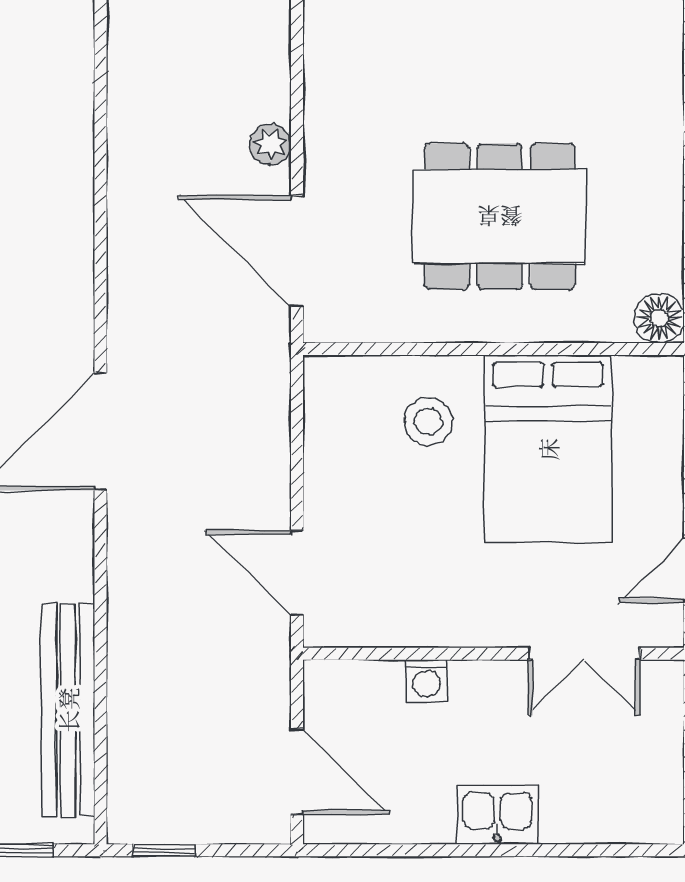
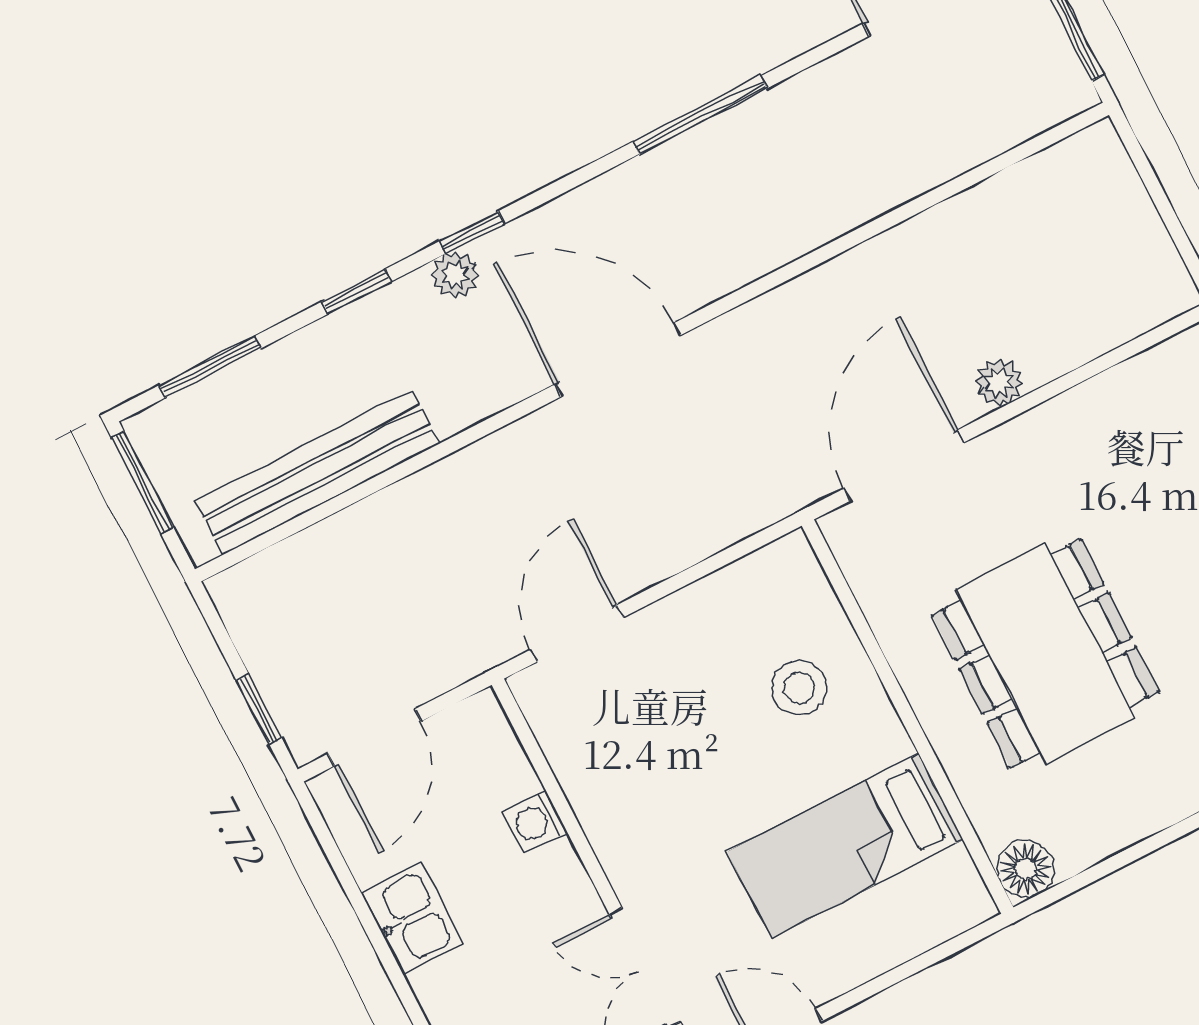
bed: (548, 449) -> (845, 846), width x0.67
kitchen sink: (497, 815) -> (412, 918), moved
window: (164, 850) -> (259, 709), moved

